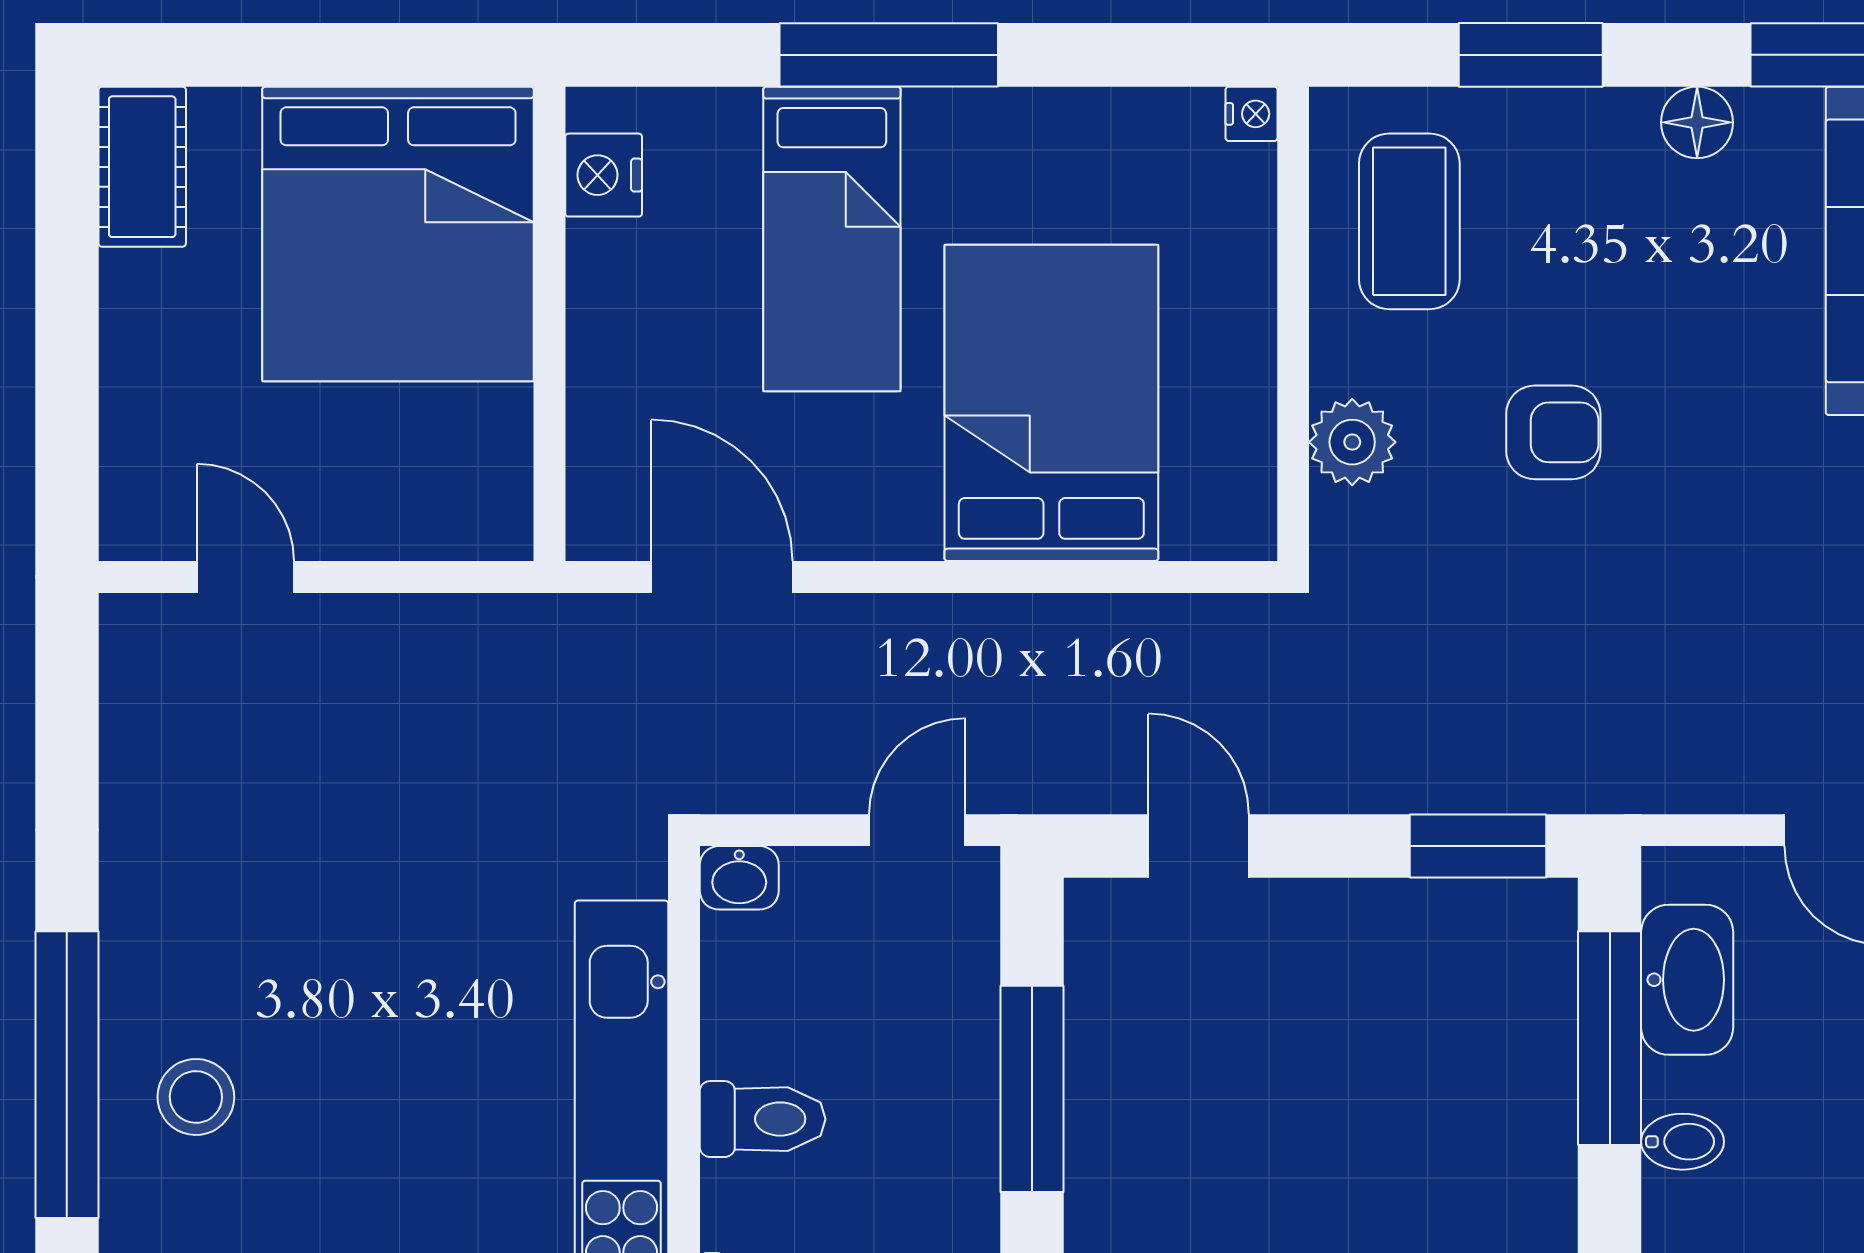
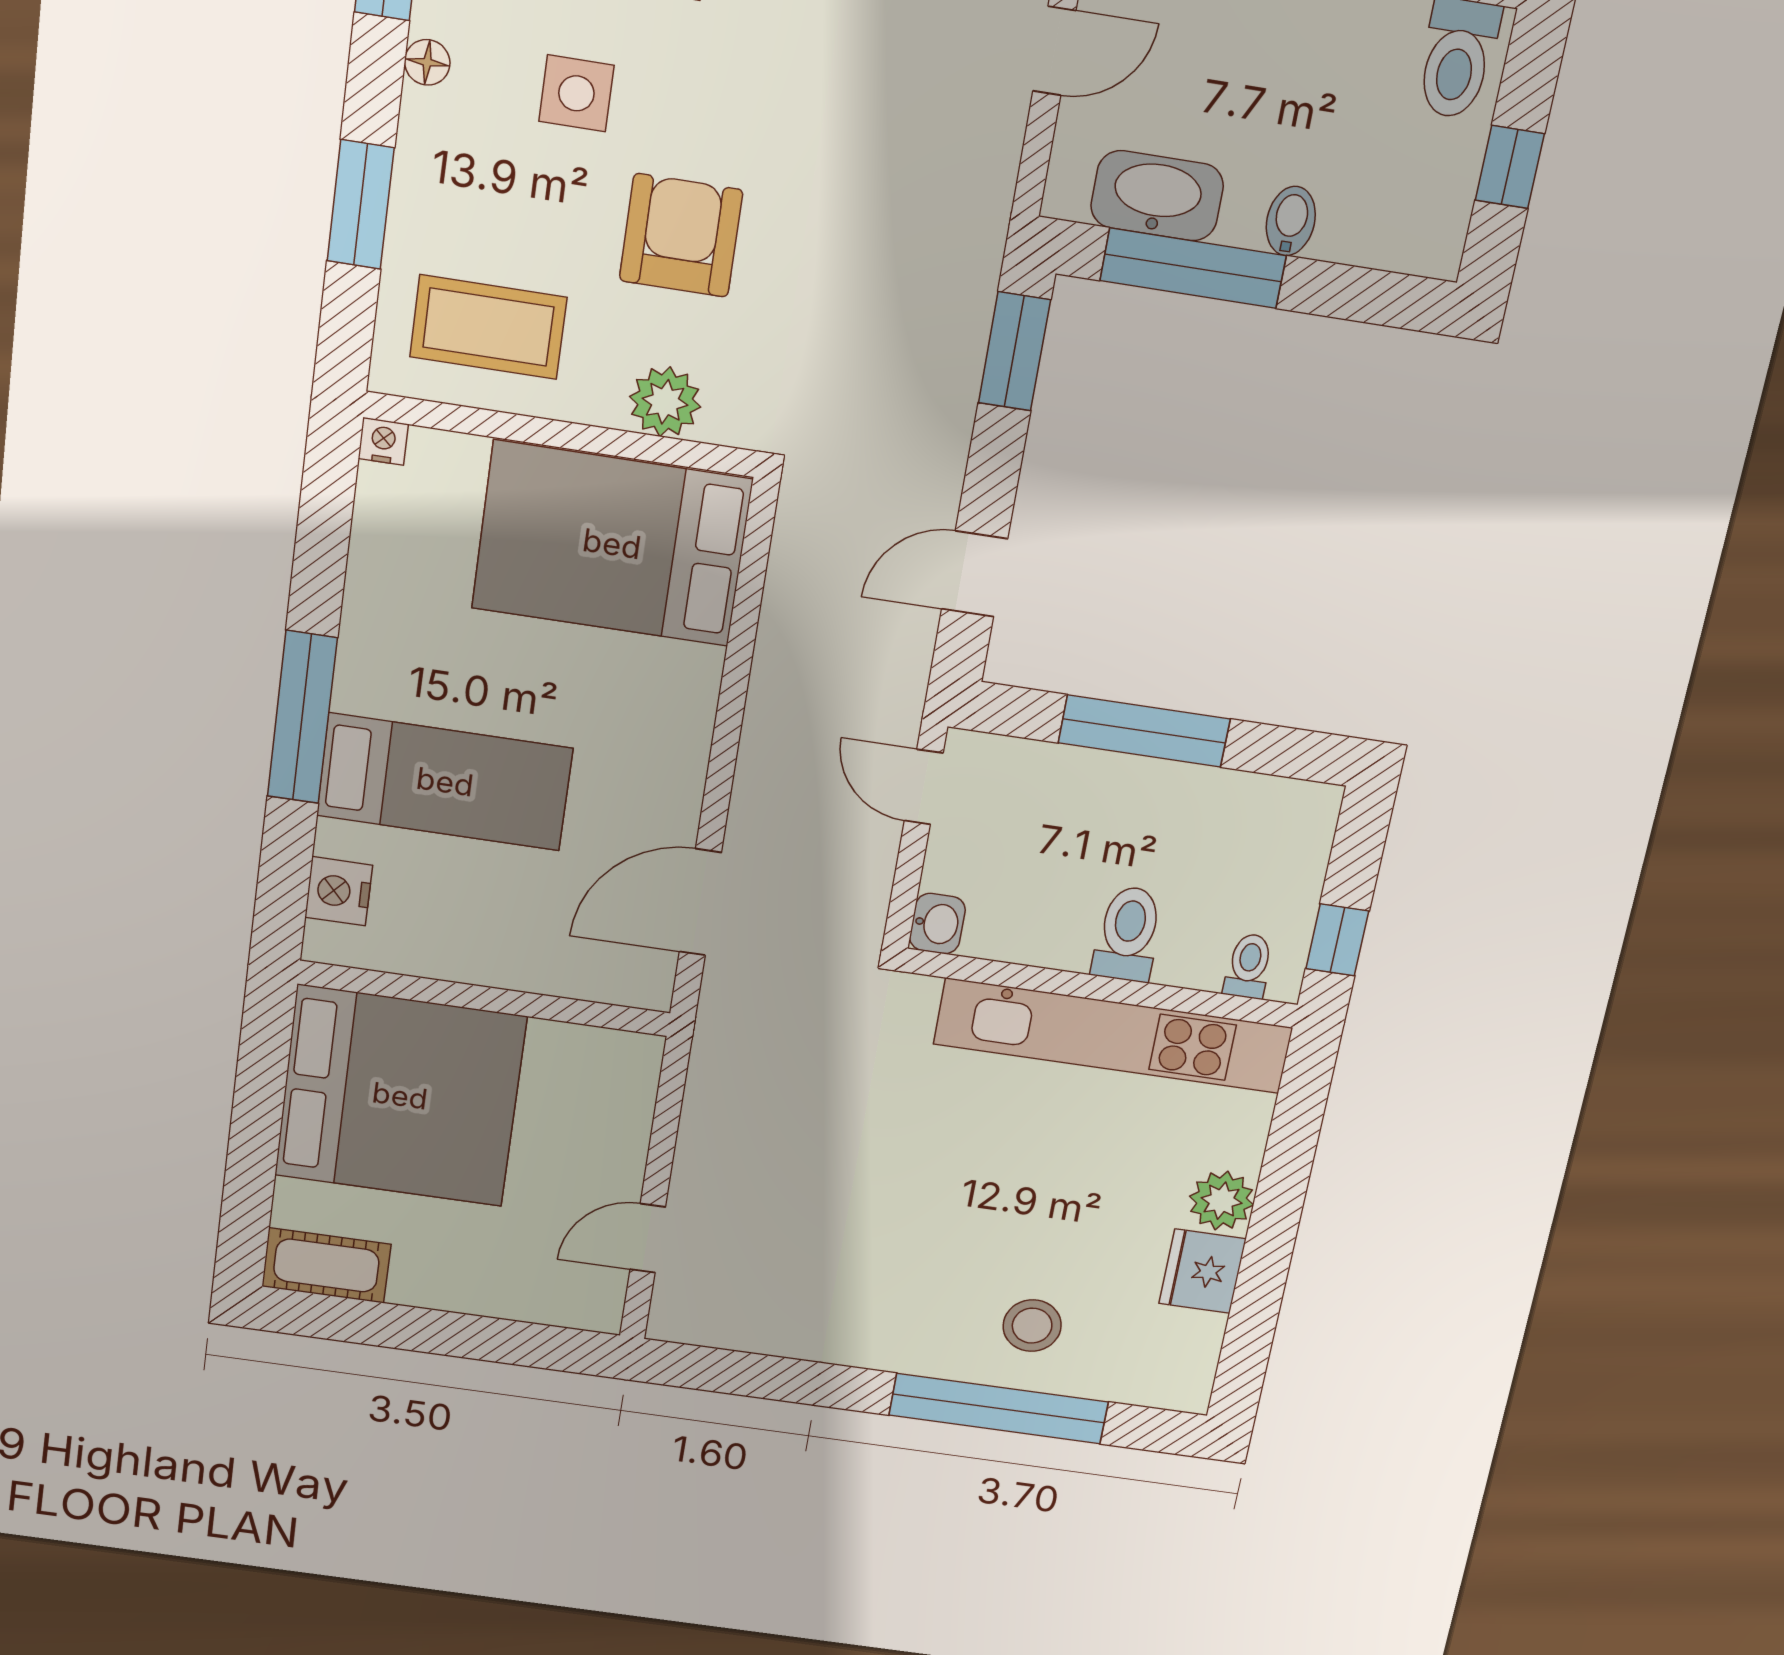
floor lamp: (1697, 122) -> (427, 62), width x0.73, depth x0.73
nightstand: (604, 175) -> (339, 891), moved, turned 90
side table: (1699, 288) -> (576, 93), added
bed: (1051, 403) -> (612, 544), moved
armchair: (1553, 432) -> (681, 235), width x1.38, depth x1.38

